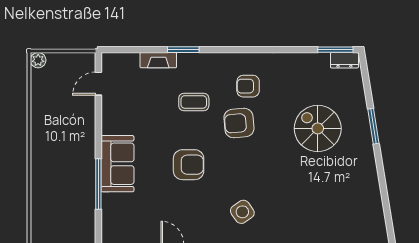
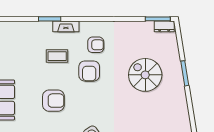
fireplace: (158, 60) -> (66, 26), moved
armchair: (248, 86) -> (96, 45), turned 180
armchair: (239, 123) -> (89, 71), turned -85

